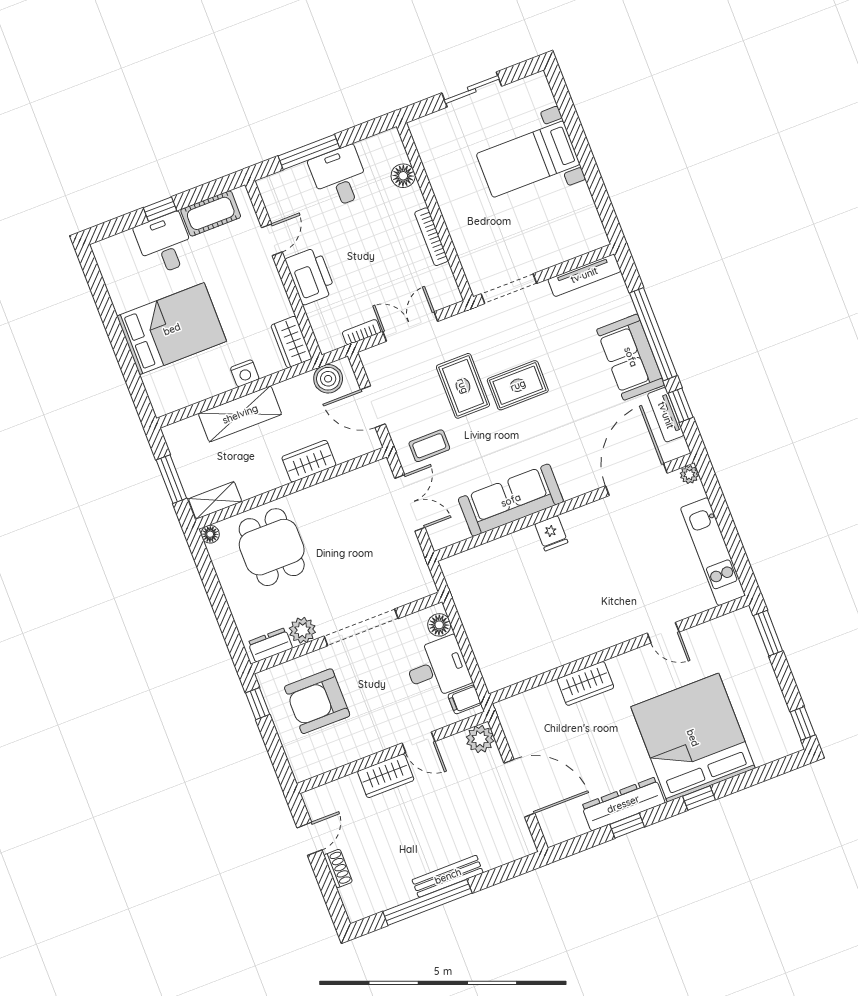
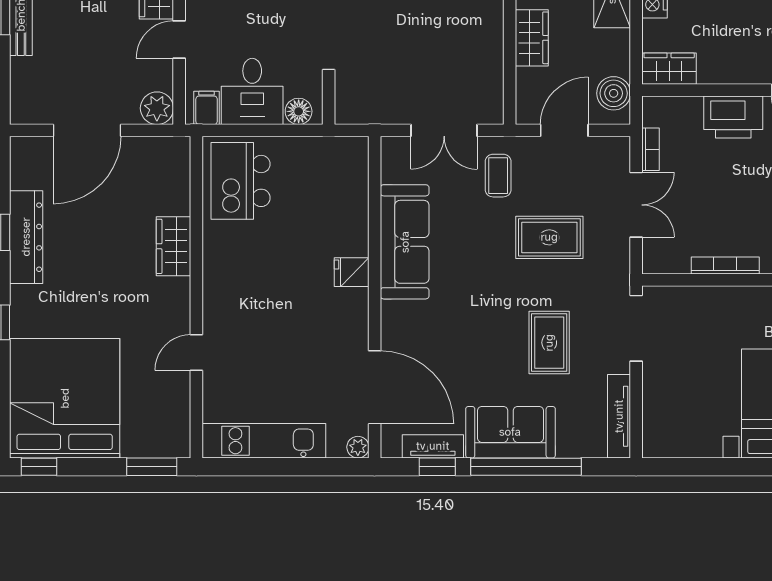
rug: (518, 385) -> (549, 343), moved
kitchen island: (513, 650) -> (241, 181), added
bed: (693, 738) -> (65, 398), moved, turned -90

